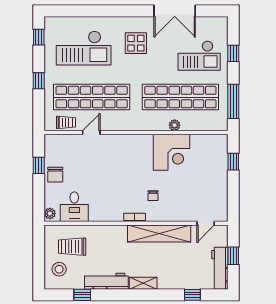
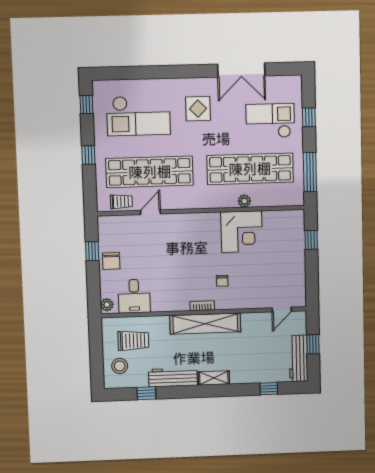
checkout: (199, 56) -> (270, 121), turned 180
shelving: (159, 234) -> (205, 324), moved
trolley: (72, 247) -> (133, 341), turned 180

